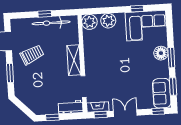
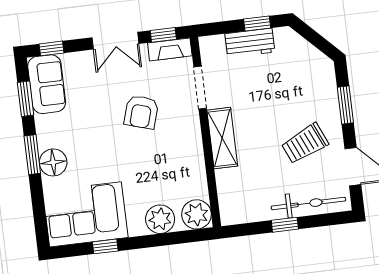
bicycle: (51, 23) -> (308, 204), moved
armchair: (114, 76) -> (141, 112), added
workbench: (71, 107) -> (250, 43), moved

